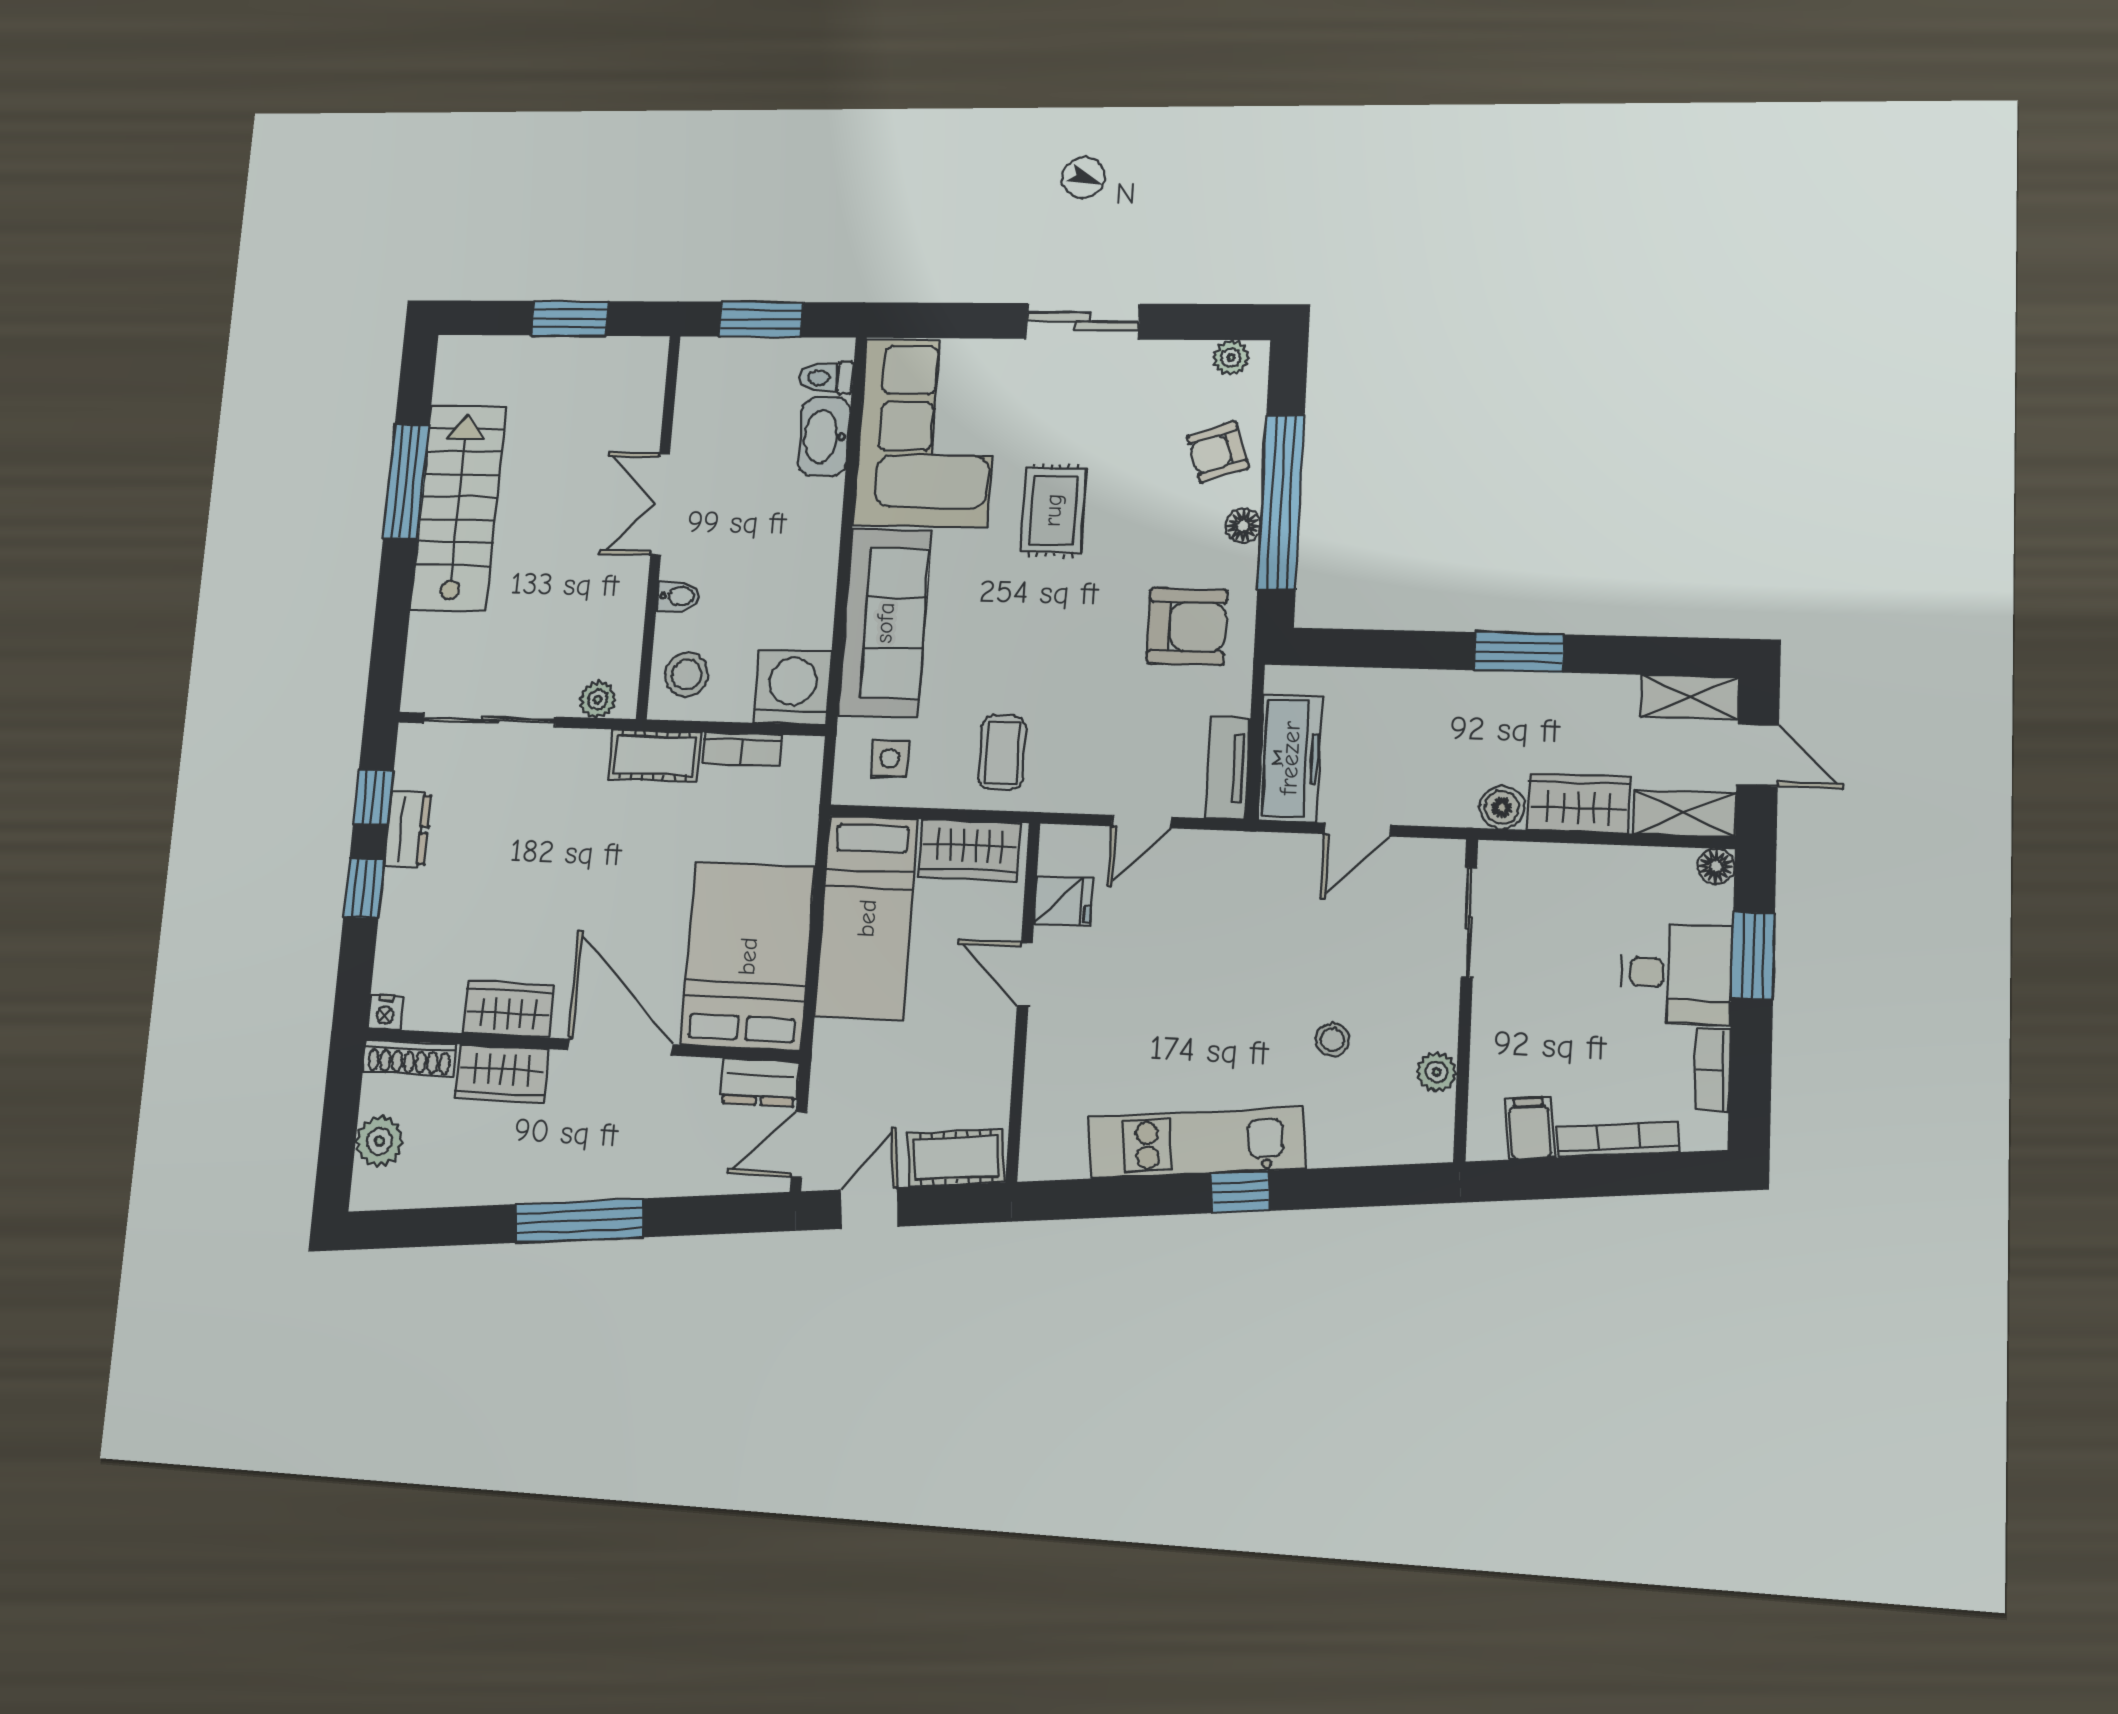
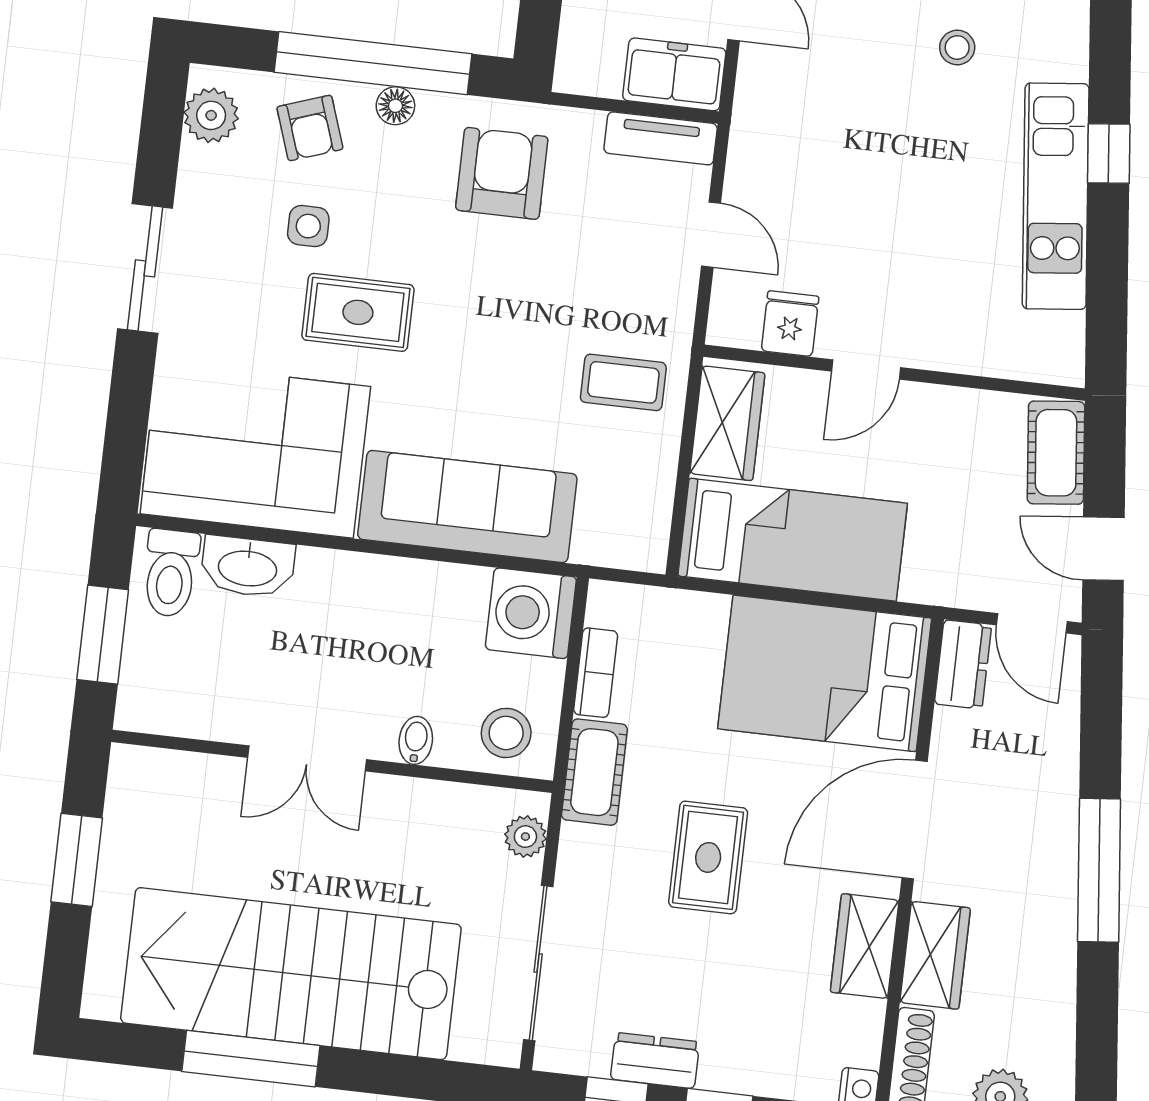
plant: (1231, 358) -> (211, 115), width x1.38, depth x1.38
toilet: (826, 378) -> (171, 573), width x1.37, depth x1.39
stairs: (458, 508) -> (291, 974), width x1.36, depth x1.51
side table: (890, 758) -> (308, 226), moved
freezer: (1290, 758) -> (674, 74), width x0.71
rug: (583, 863) -> (708, 857), added

